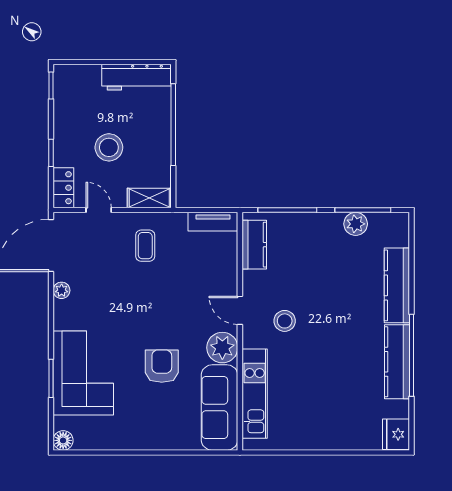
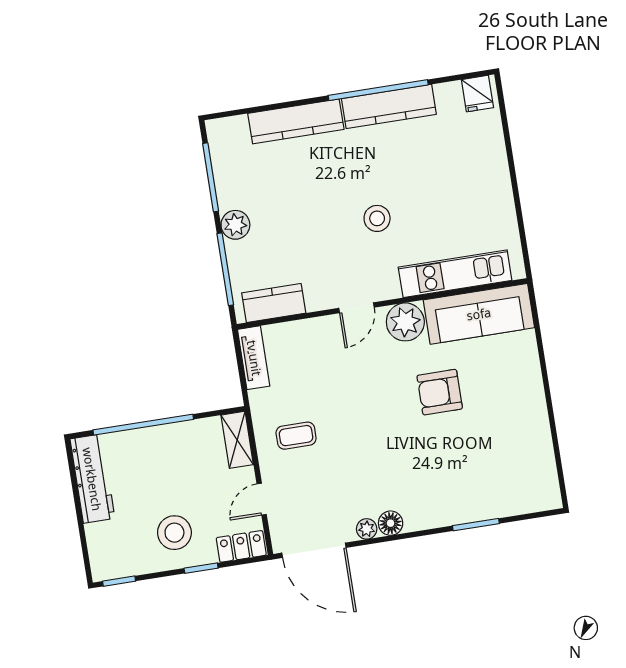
stool: (109, 147) -> (174, 533), moved
plant: (356, 224) -> (235, 225), moved
stool: (285, 321) -> (377, 218), moved
corner sofa: (83, 373) -> (463, 486), removed
fridge: (396, 434) -> (477, 94), width x0.72
floor lamp: (63, 440) -> (391, 523), moved

